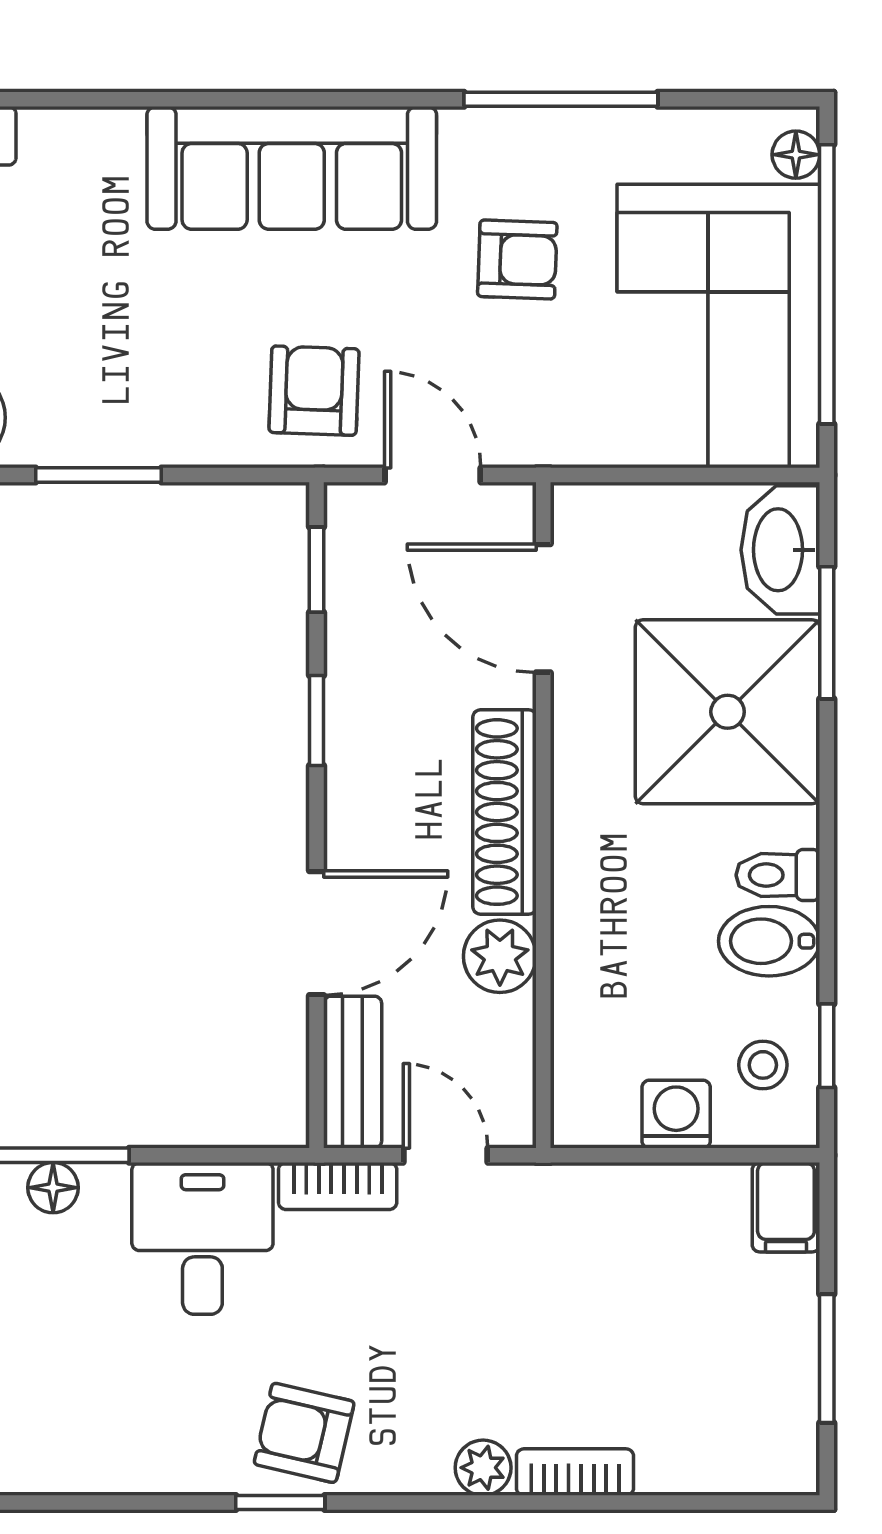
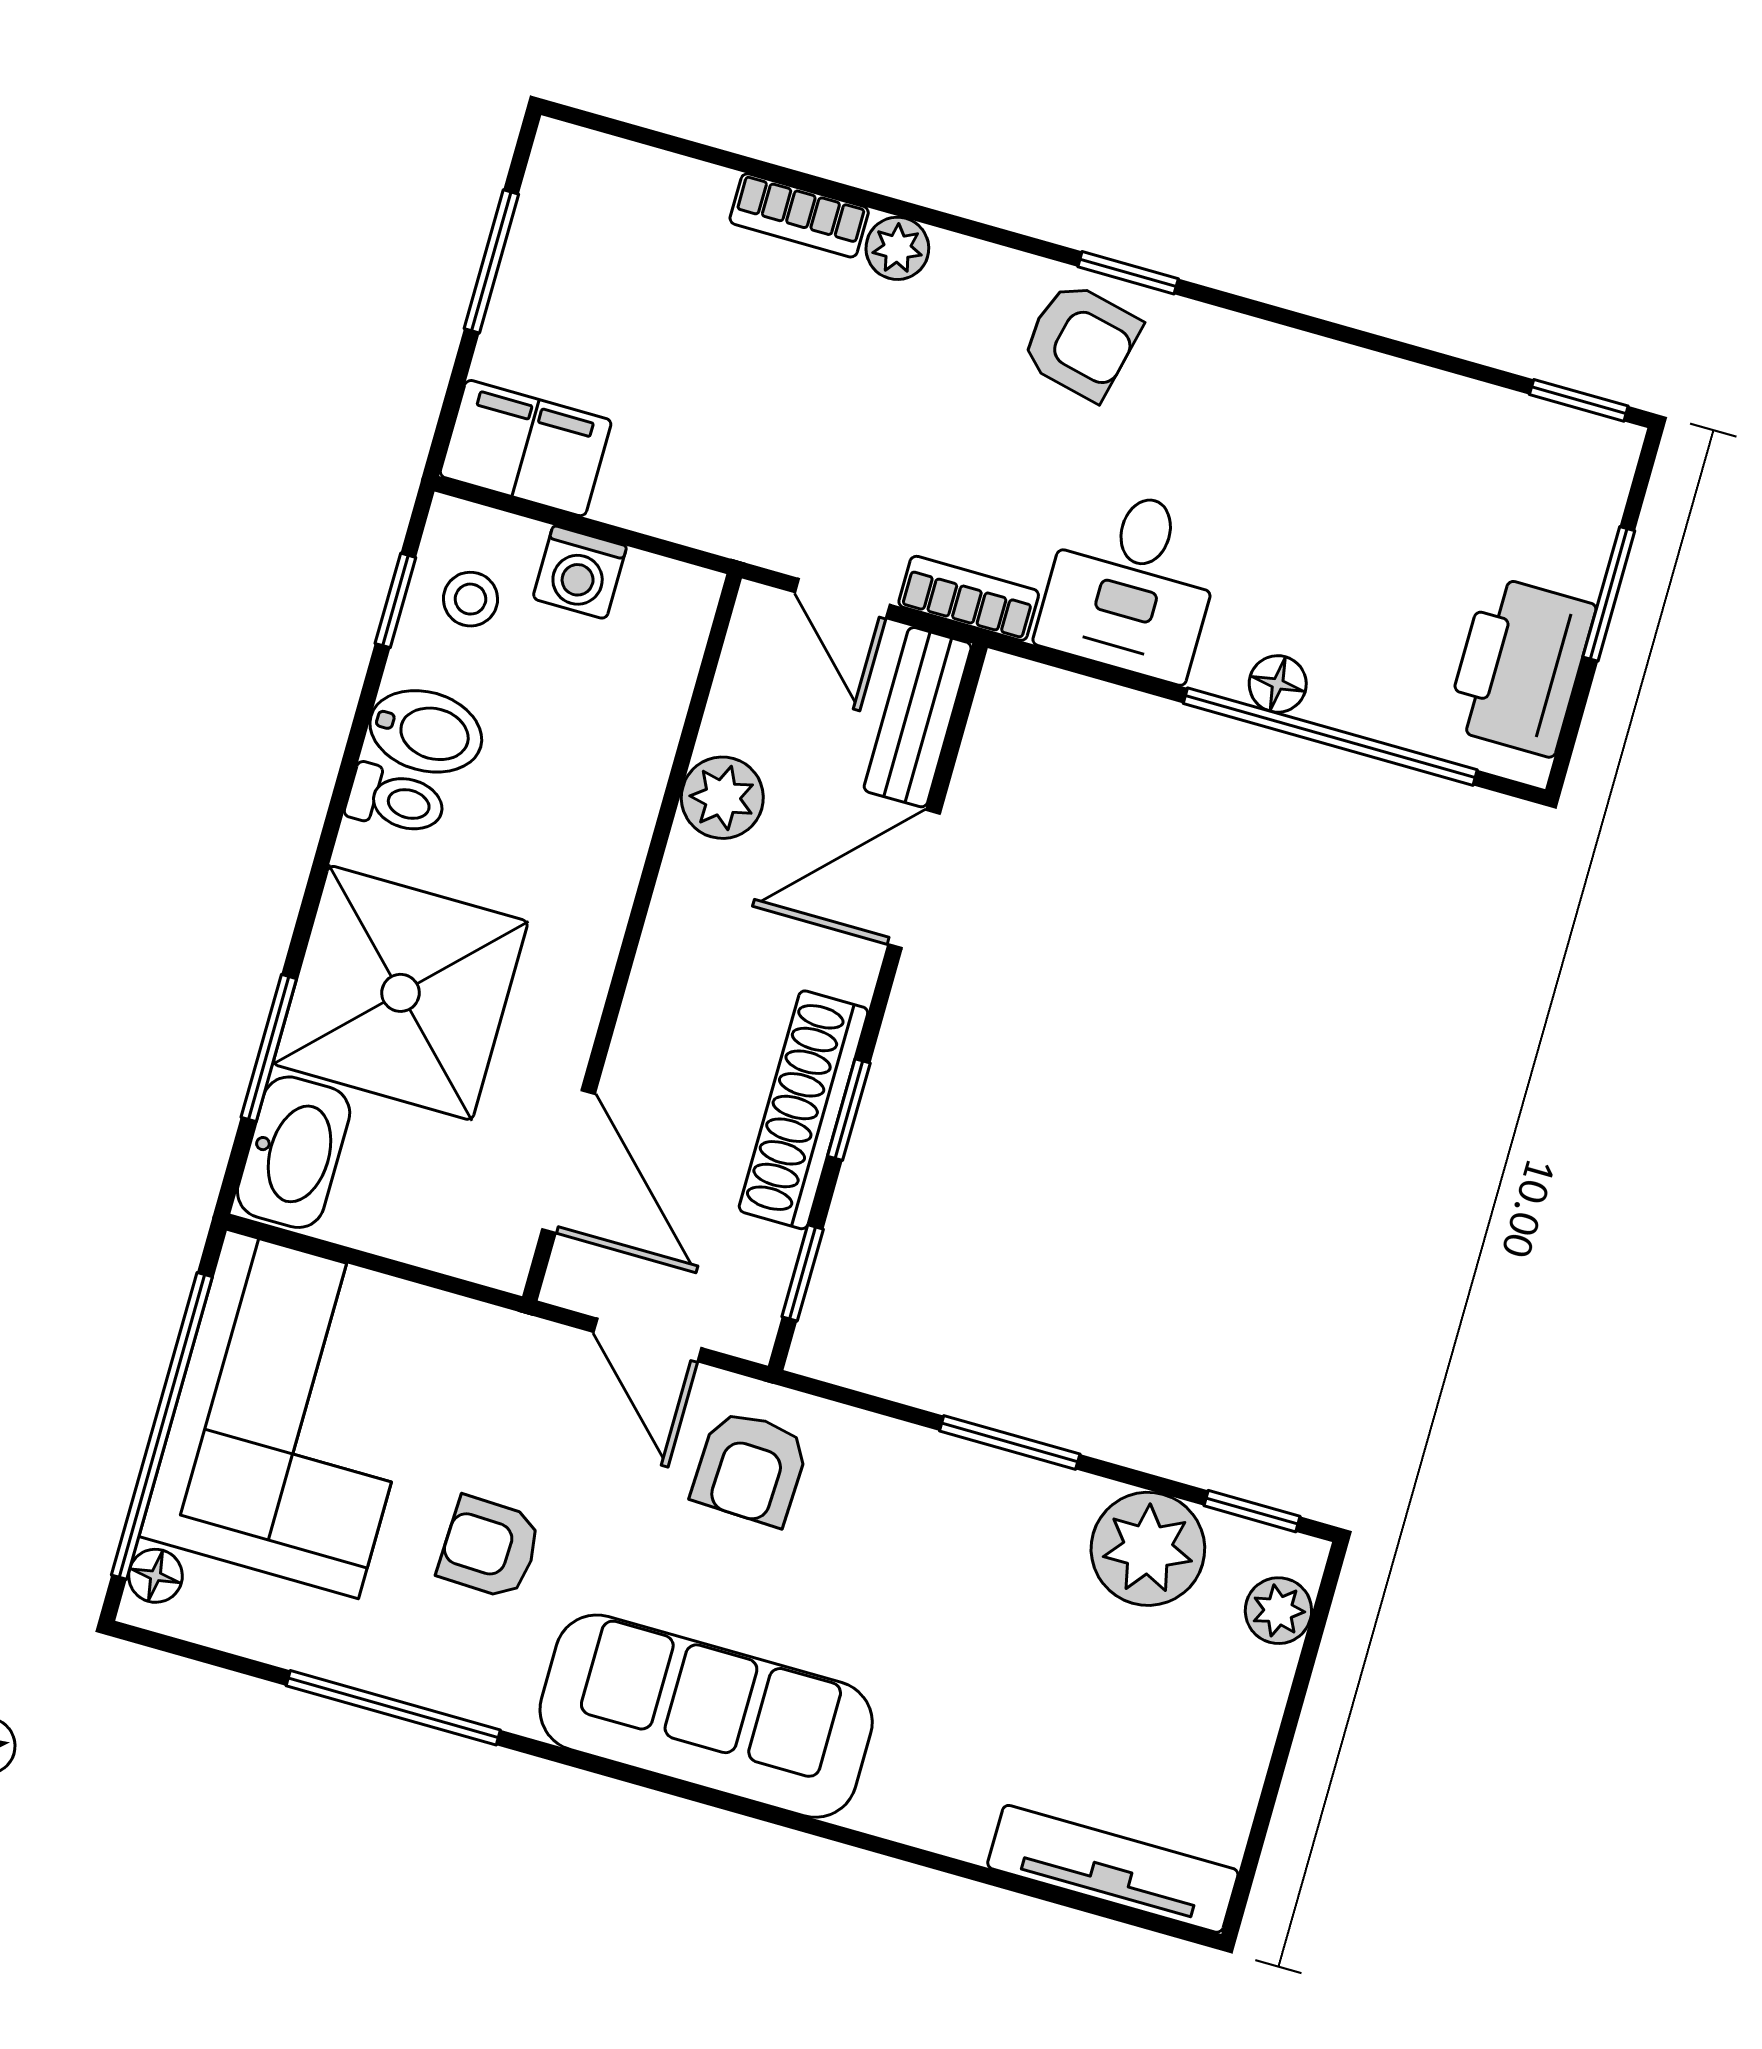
shoe rack: (505, 812) -> (803, 1110), moved, turned 180
filing cabinet: (786, 1207) -> (526, 448), width x2.00

